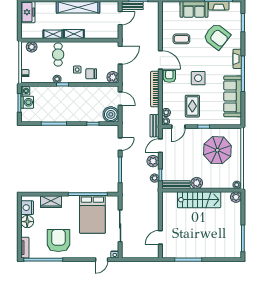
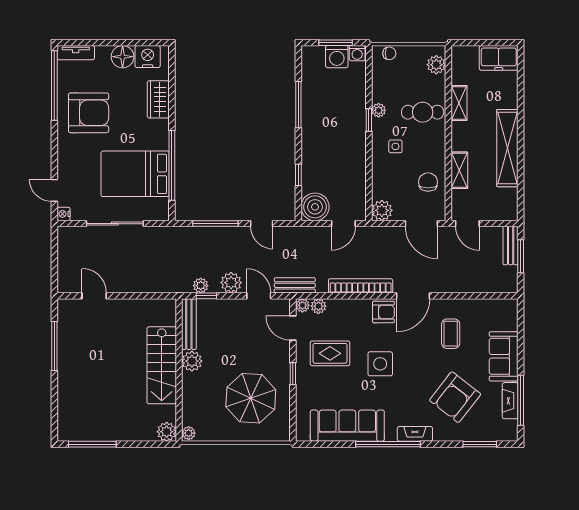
door: (120, 18) -> (467, 224), moved
shelving: (74, 34) -> (459, 170), moved
chair: (91, 74) -> (428, 182), moved

